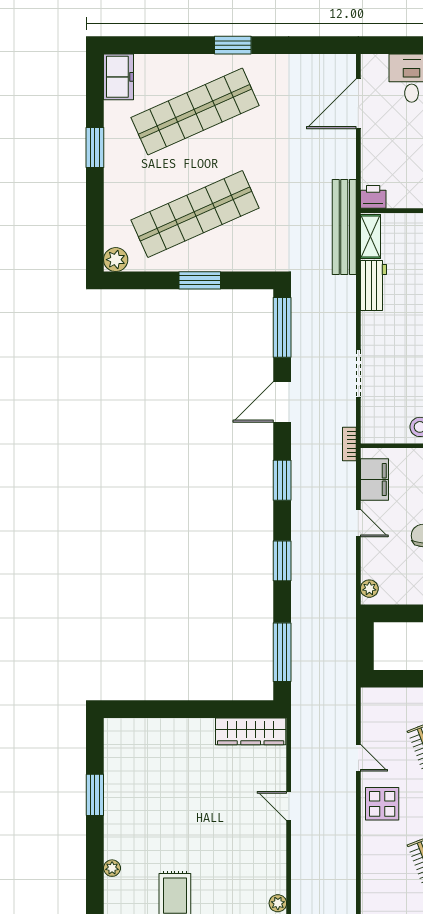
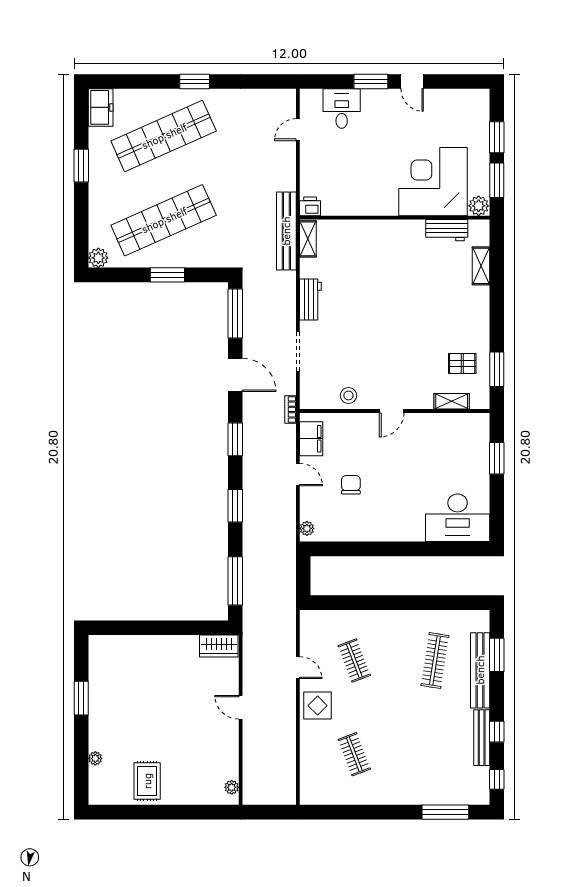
door: (358, 104) -> (298, 130), width x0.53
workbench: (373, 286) -> (310, 299), moved
door: (282, 402) -> (235, 375), swing flipped
wardrobe: (251, 731) -> (219, 646), width x0.67

